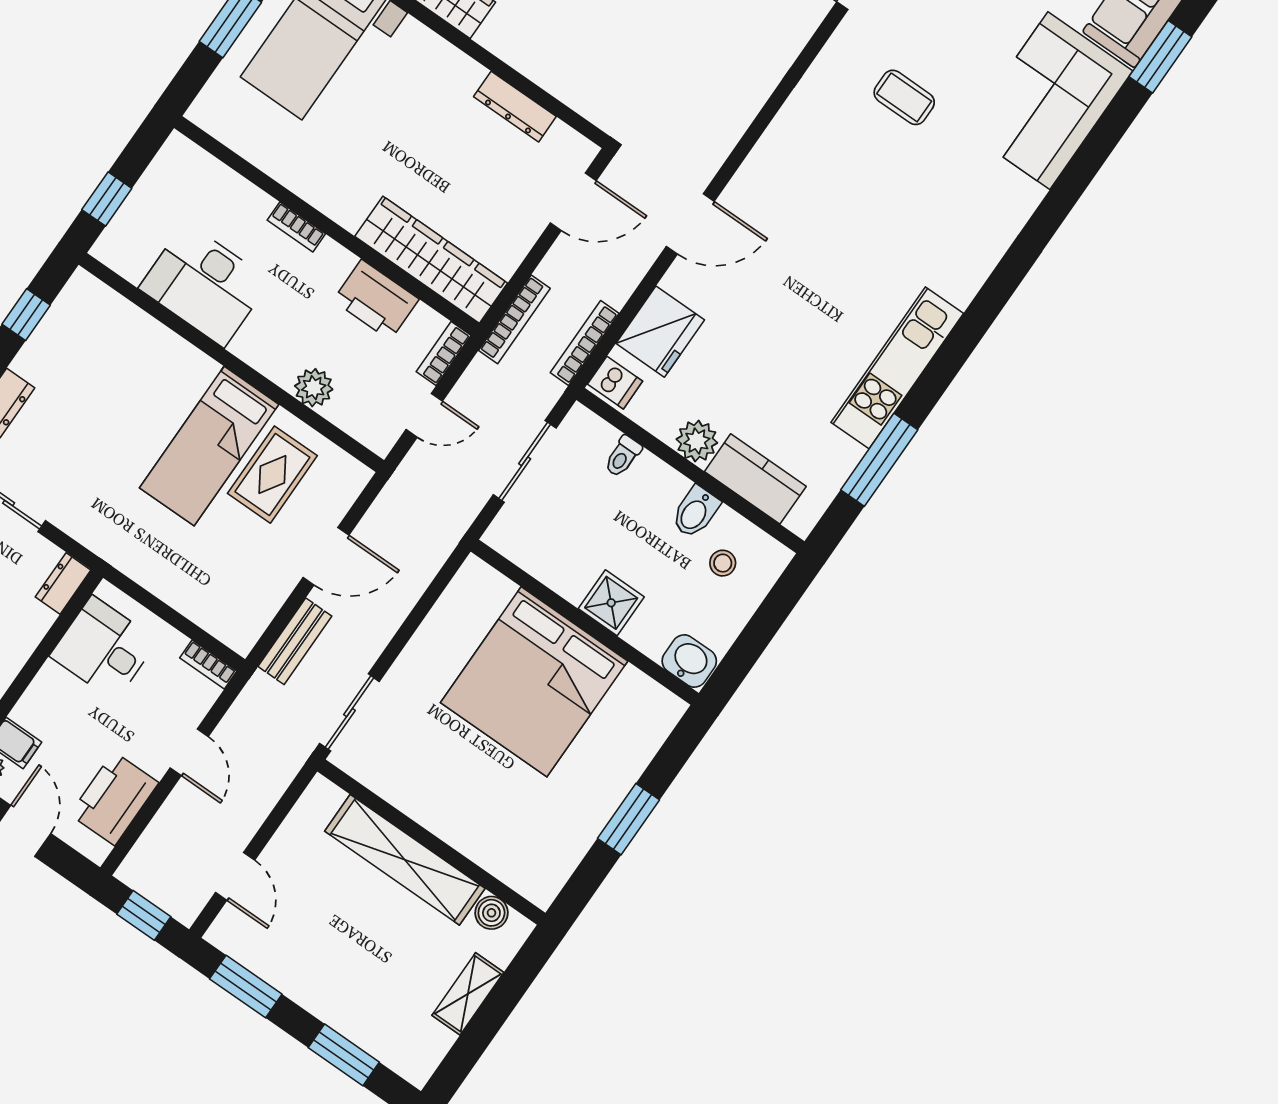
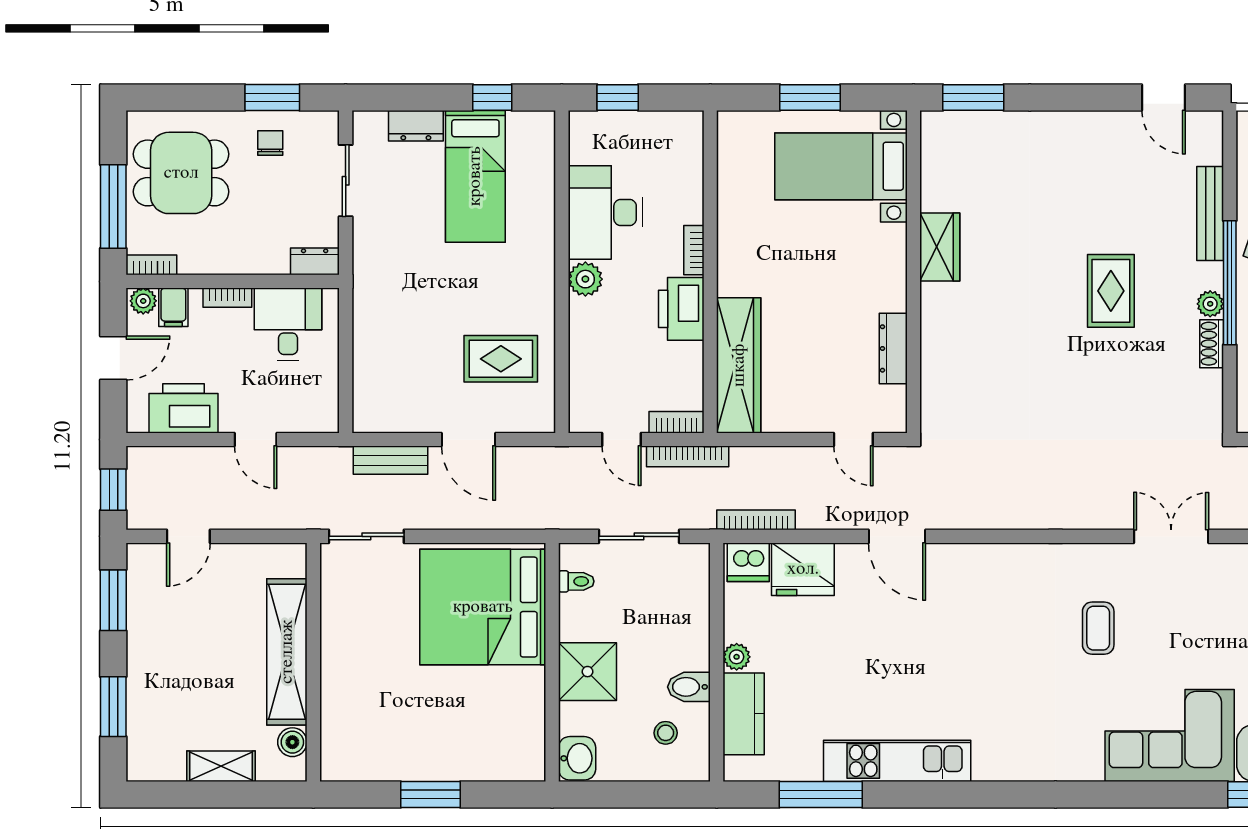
door: (573, 202) -> (853, 440), width x0.73
printer: (376, 300) -> (681, 309), moved
bookcase: (514, 319) -> (688, 456), moved
dishwasher: (615, 383) -> (748, 562), width x1.38
plant: (314, 388) -> (585, 279), moved
plant: (697, 441) -> (737, 657), width x0.73, depth x0.73
bed: (209, 446) -> (475, 176), moved, turned -90
toilet: (623, 456) -> (576, 581), moved, turned 180
shower: (611, 603) -> (587, 672), width x1.36, depth x1.36
bookcase: (208, 664) -> (227, 298), moved, turned -90
bed: (534, 682) -> (483, 607), moved
door: (189, 752) -> (256, 440), hinge flipped

